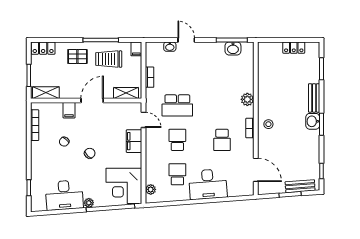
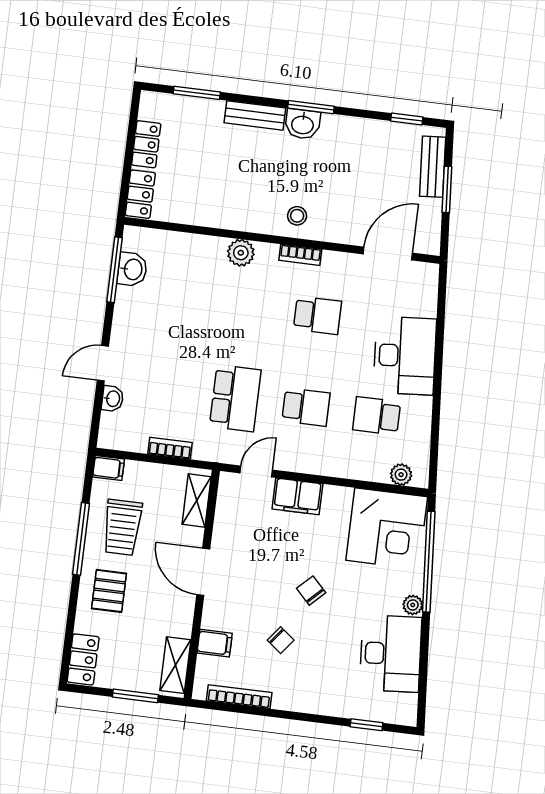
locker: (269, 48) -> (140, 194), added
filing cabinet: (69, 110) -> (215, 643), moved
school desk: (177, 140) -> (306, 407), turned 180

